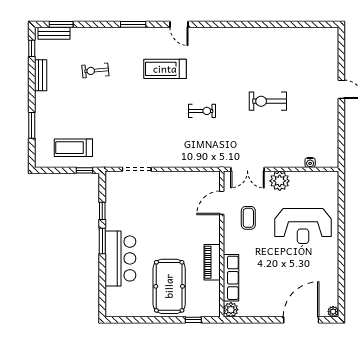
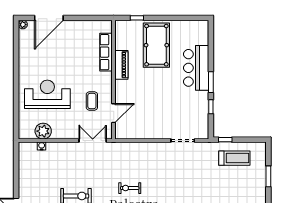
plant: (280, 181) -> (43, 131), moved
plant: (231, 310) -> (106, 26), removed

